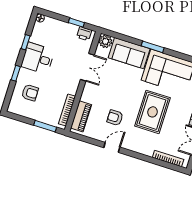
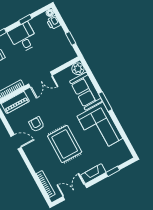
printer: (84, 34) -> (54, 23), moved
double door: (87, 67) -> (40, 80), moved
rug: (153, 112) -> (65, 144), turned 90

